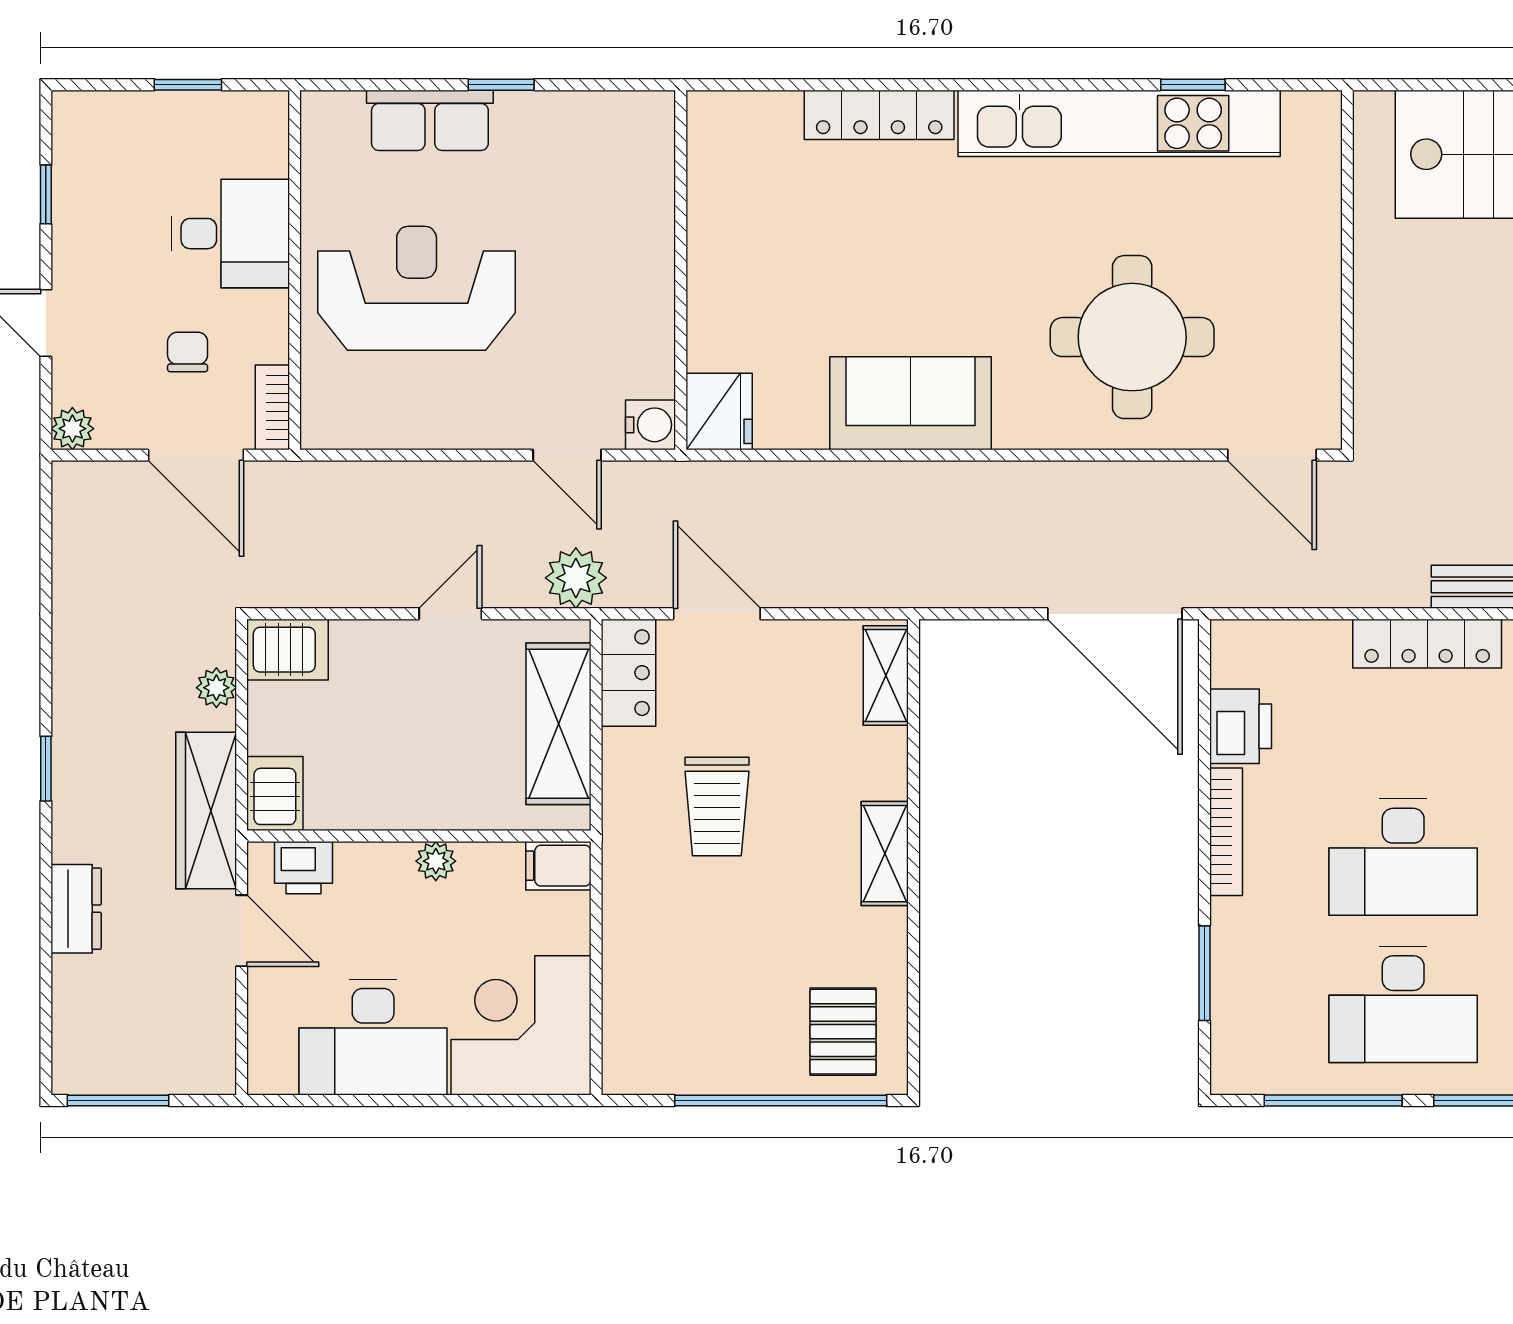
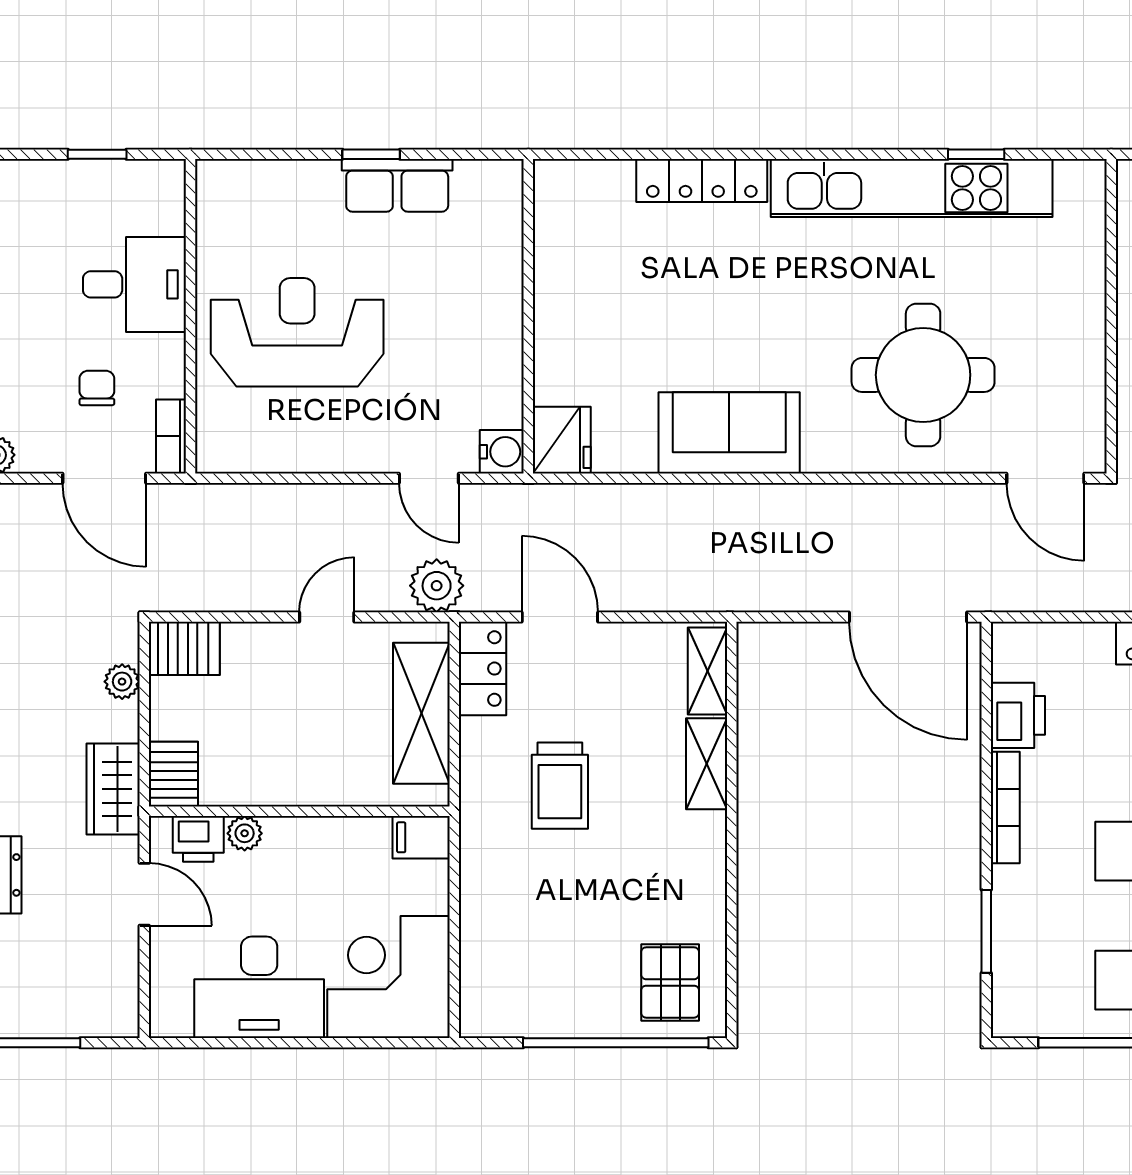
row of seats: (430, 120) -> (397, 185), moved
wardrobe: (206, 811) -> (113, 789), width x0.67
shelving: (885, 854) -> (707, 764), moved
plant: (436, 861) -> (245, 833), moved

